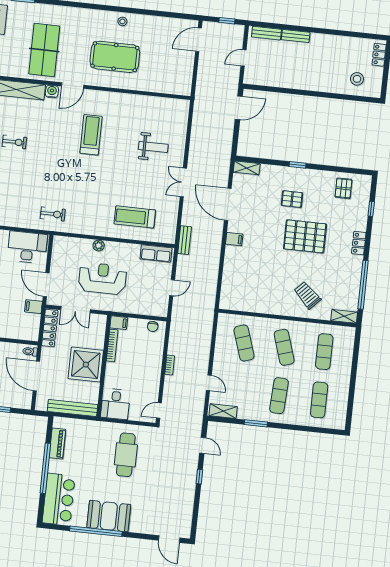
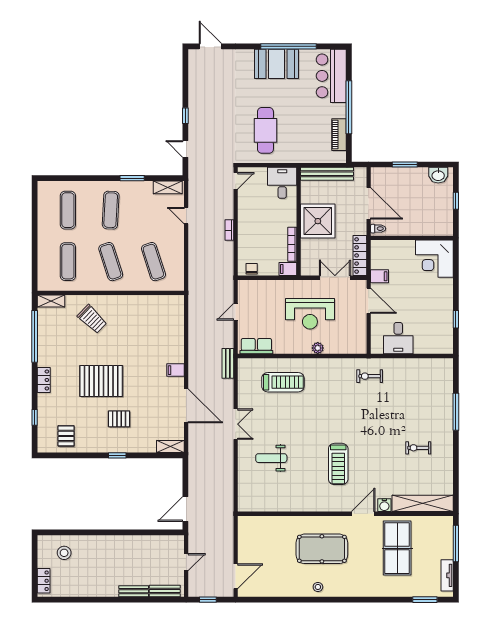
desk: (27, 247) -> (398, 338), width x0.73

